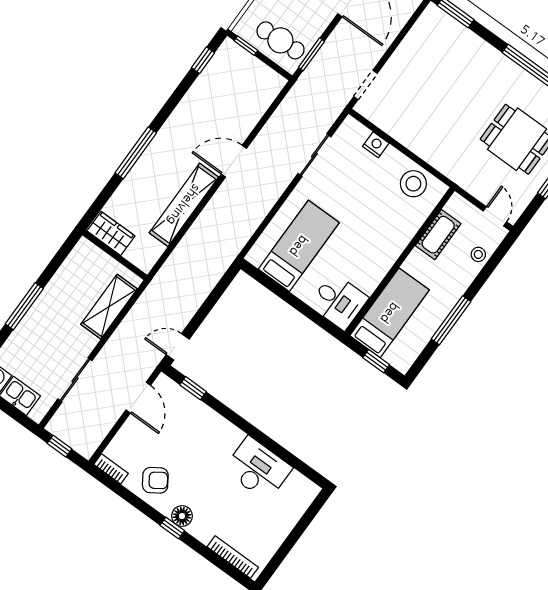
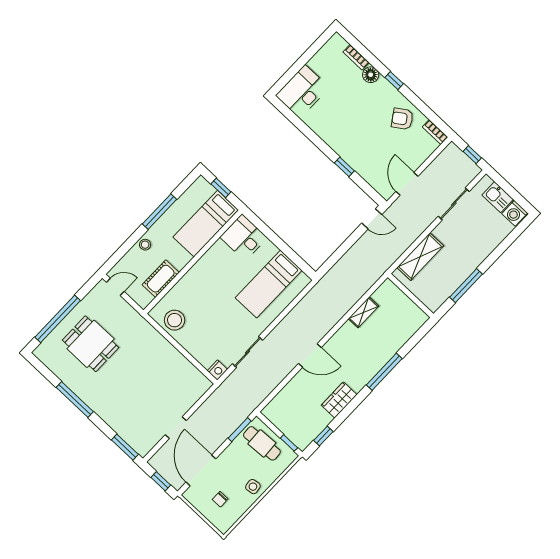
doorway: (365, 85) -> (176, 428), moved
nightstand: (376, 145) -> (217, 370), moved, turned -90
shelving: (184, 205) -> (364, 312), width x0.45, depth x0.75
door: (495, 216) -> (115, 287), swing flipped
wardrobe: (111, 233) -> (339, 400), moved, turned 90
stool: (478, 254) -> (145, 245), moved
window: (24, 306) -> (466, 286), moved
window: (193, 388) -> (344, 167), moved
desk: (258, 469) -> (302, 92), moved, turned 90
floor lamp: (182, 516) -> (371, 75), moved
bookcase: (233, 557) -> (356, 57), width x0.64

